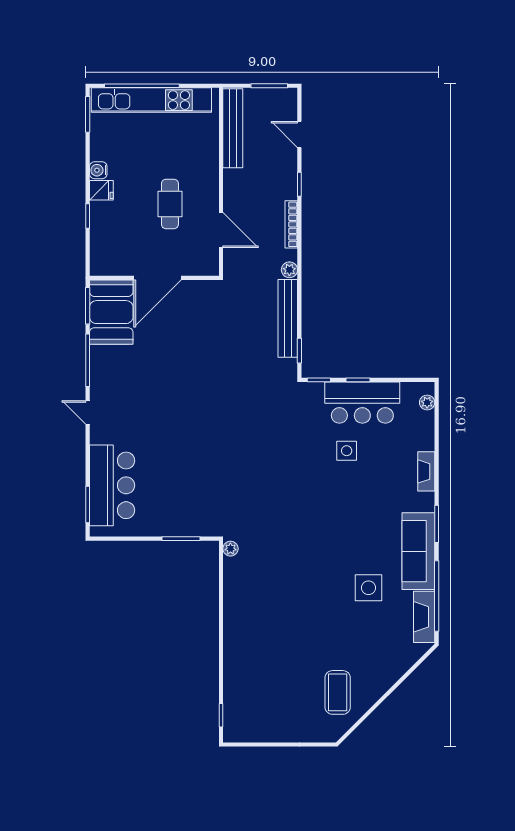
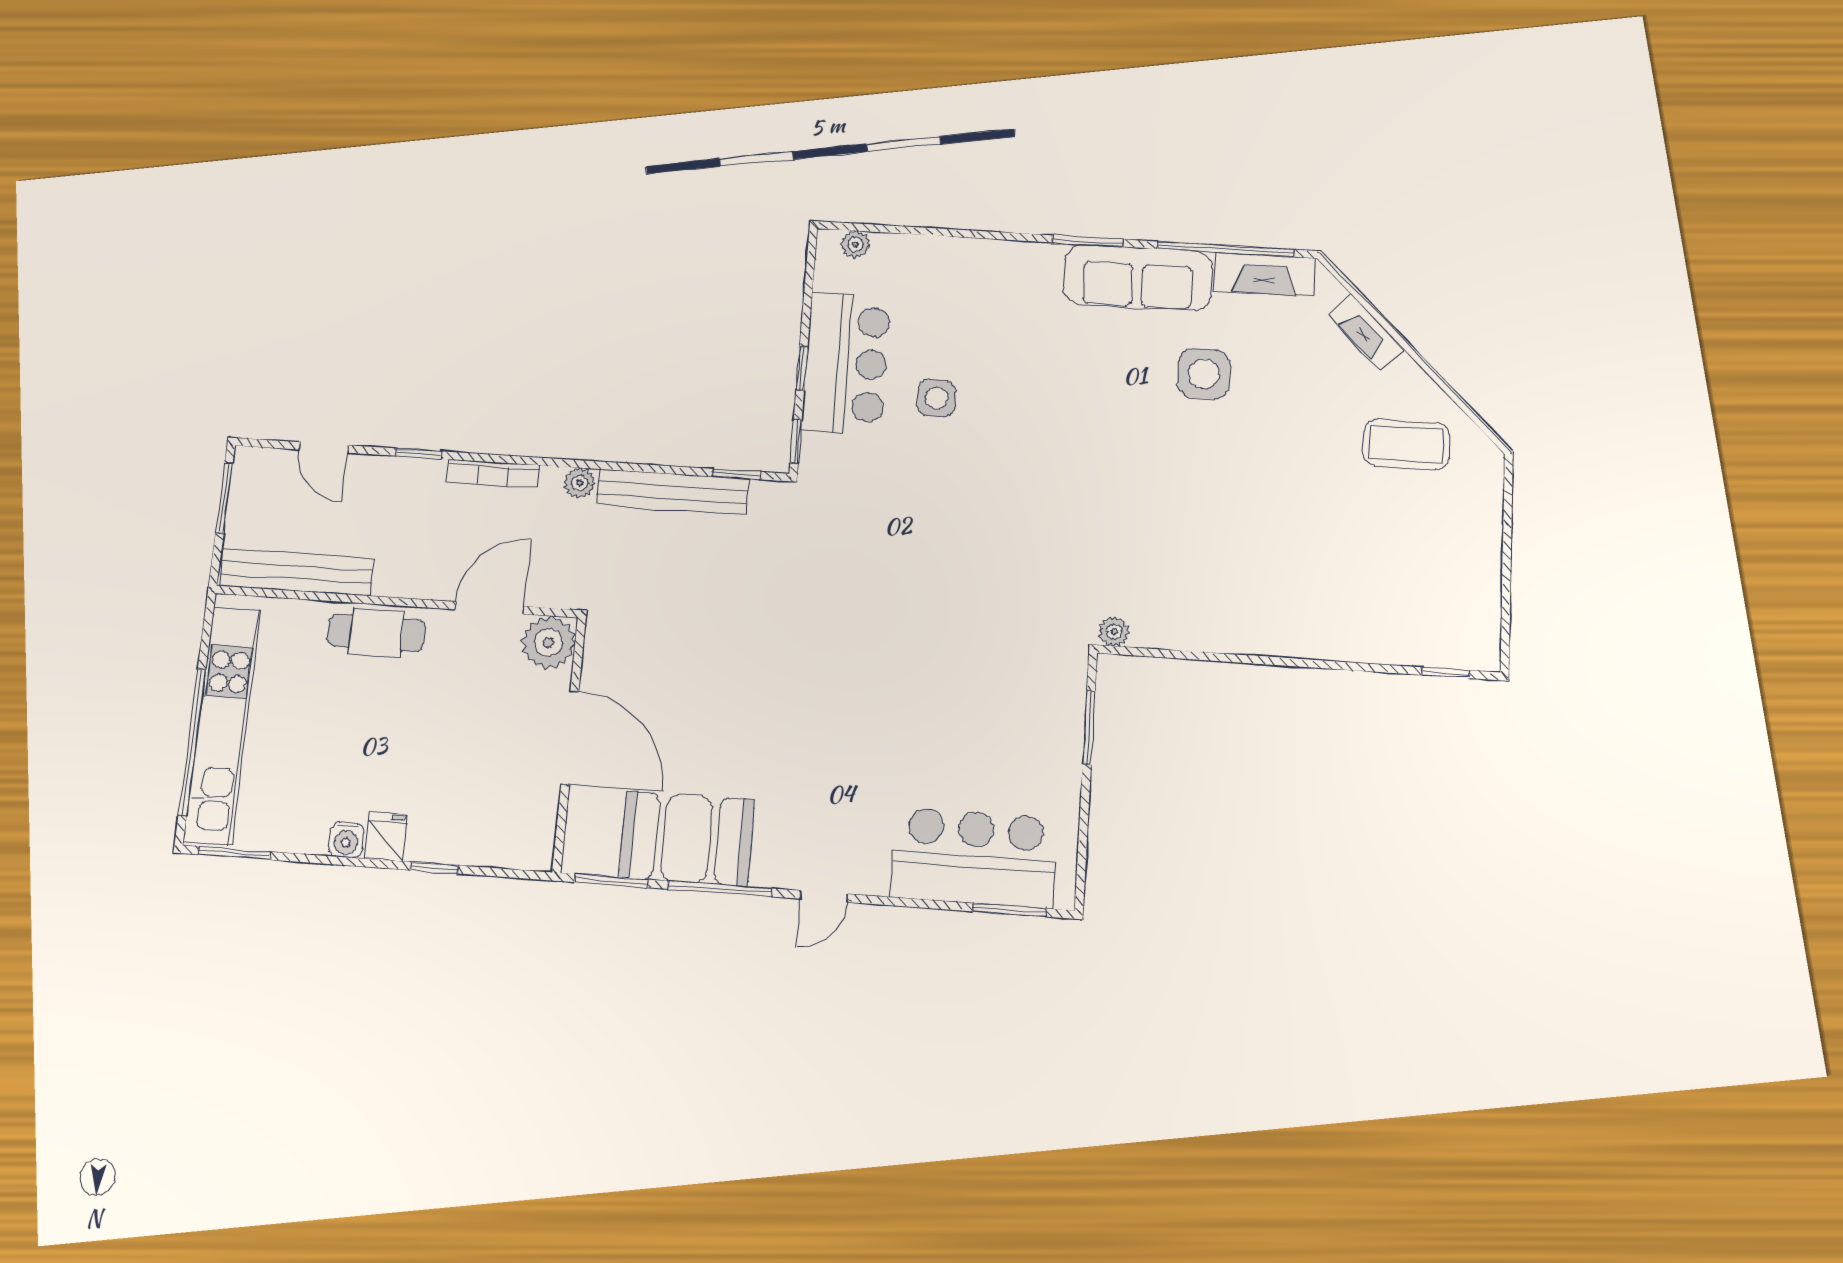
door: (299, 134) -> (324, 447), hinge flipped
cafe table: (170, 204) -> (376, 633), moved
plant: (205, 262) -> (548, 643), added
booth: (111, 312) -> (687, 839), moved
fireplace: (426, 471) -> (1366, 332), moved, turned 45

